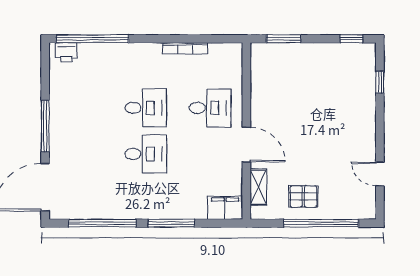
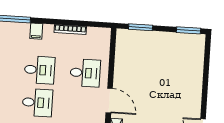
window: (351, 39) -> (188, 30), width x1.50
filing cabinet: (138, 54) -> (36, 31), added
window: (380, 82) -> (207, 62), removed

